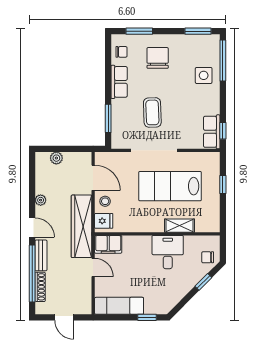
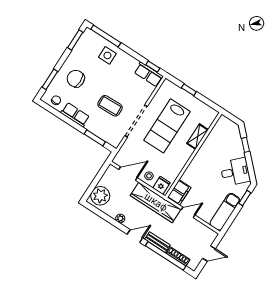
plant: (56, 158) -> (100, 196), width x1.87, depth x1.87
desk: (168, 252) -> (235, 172), moved, turned 135
chair: (208, 257) -> (231, 131), removed

